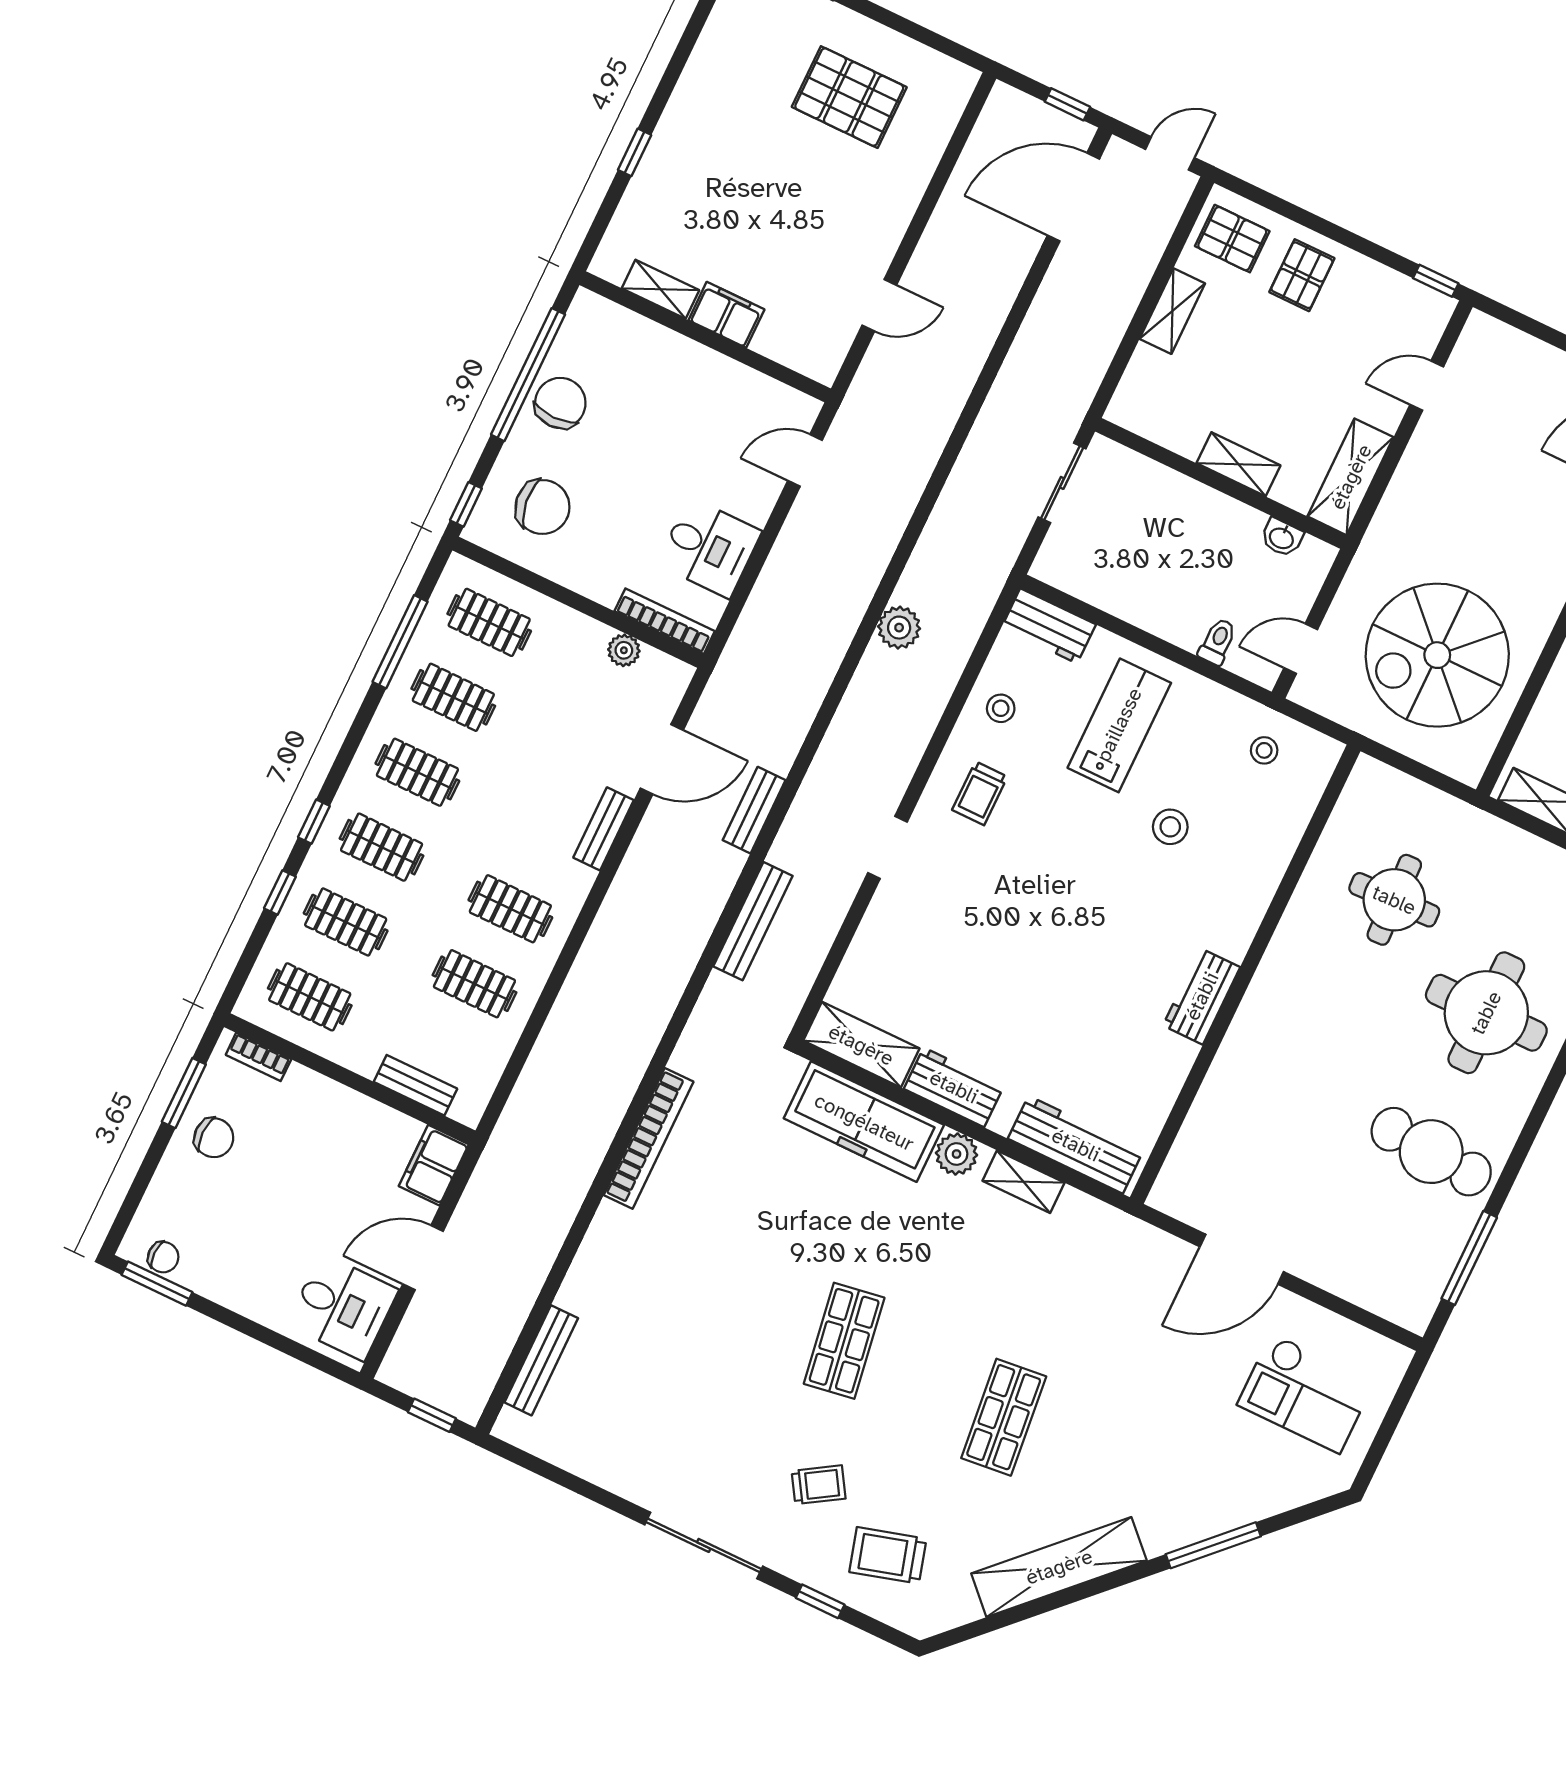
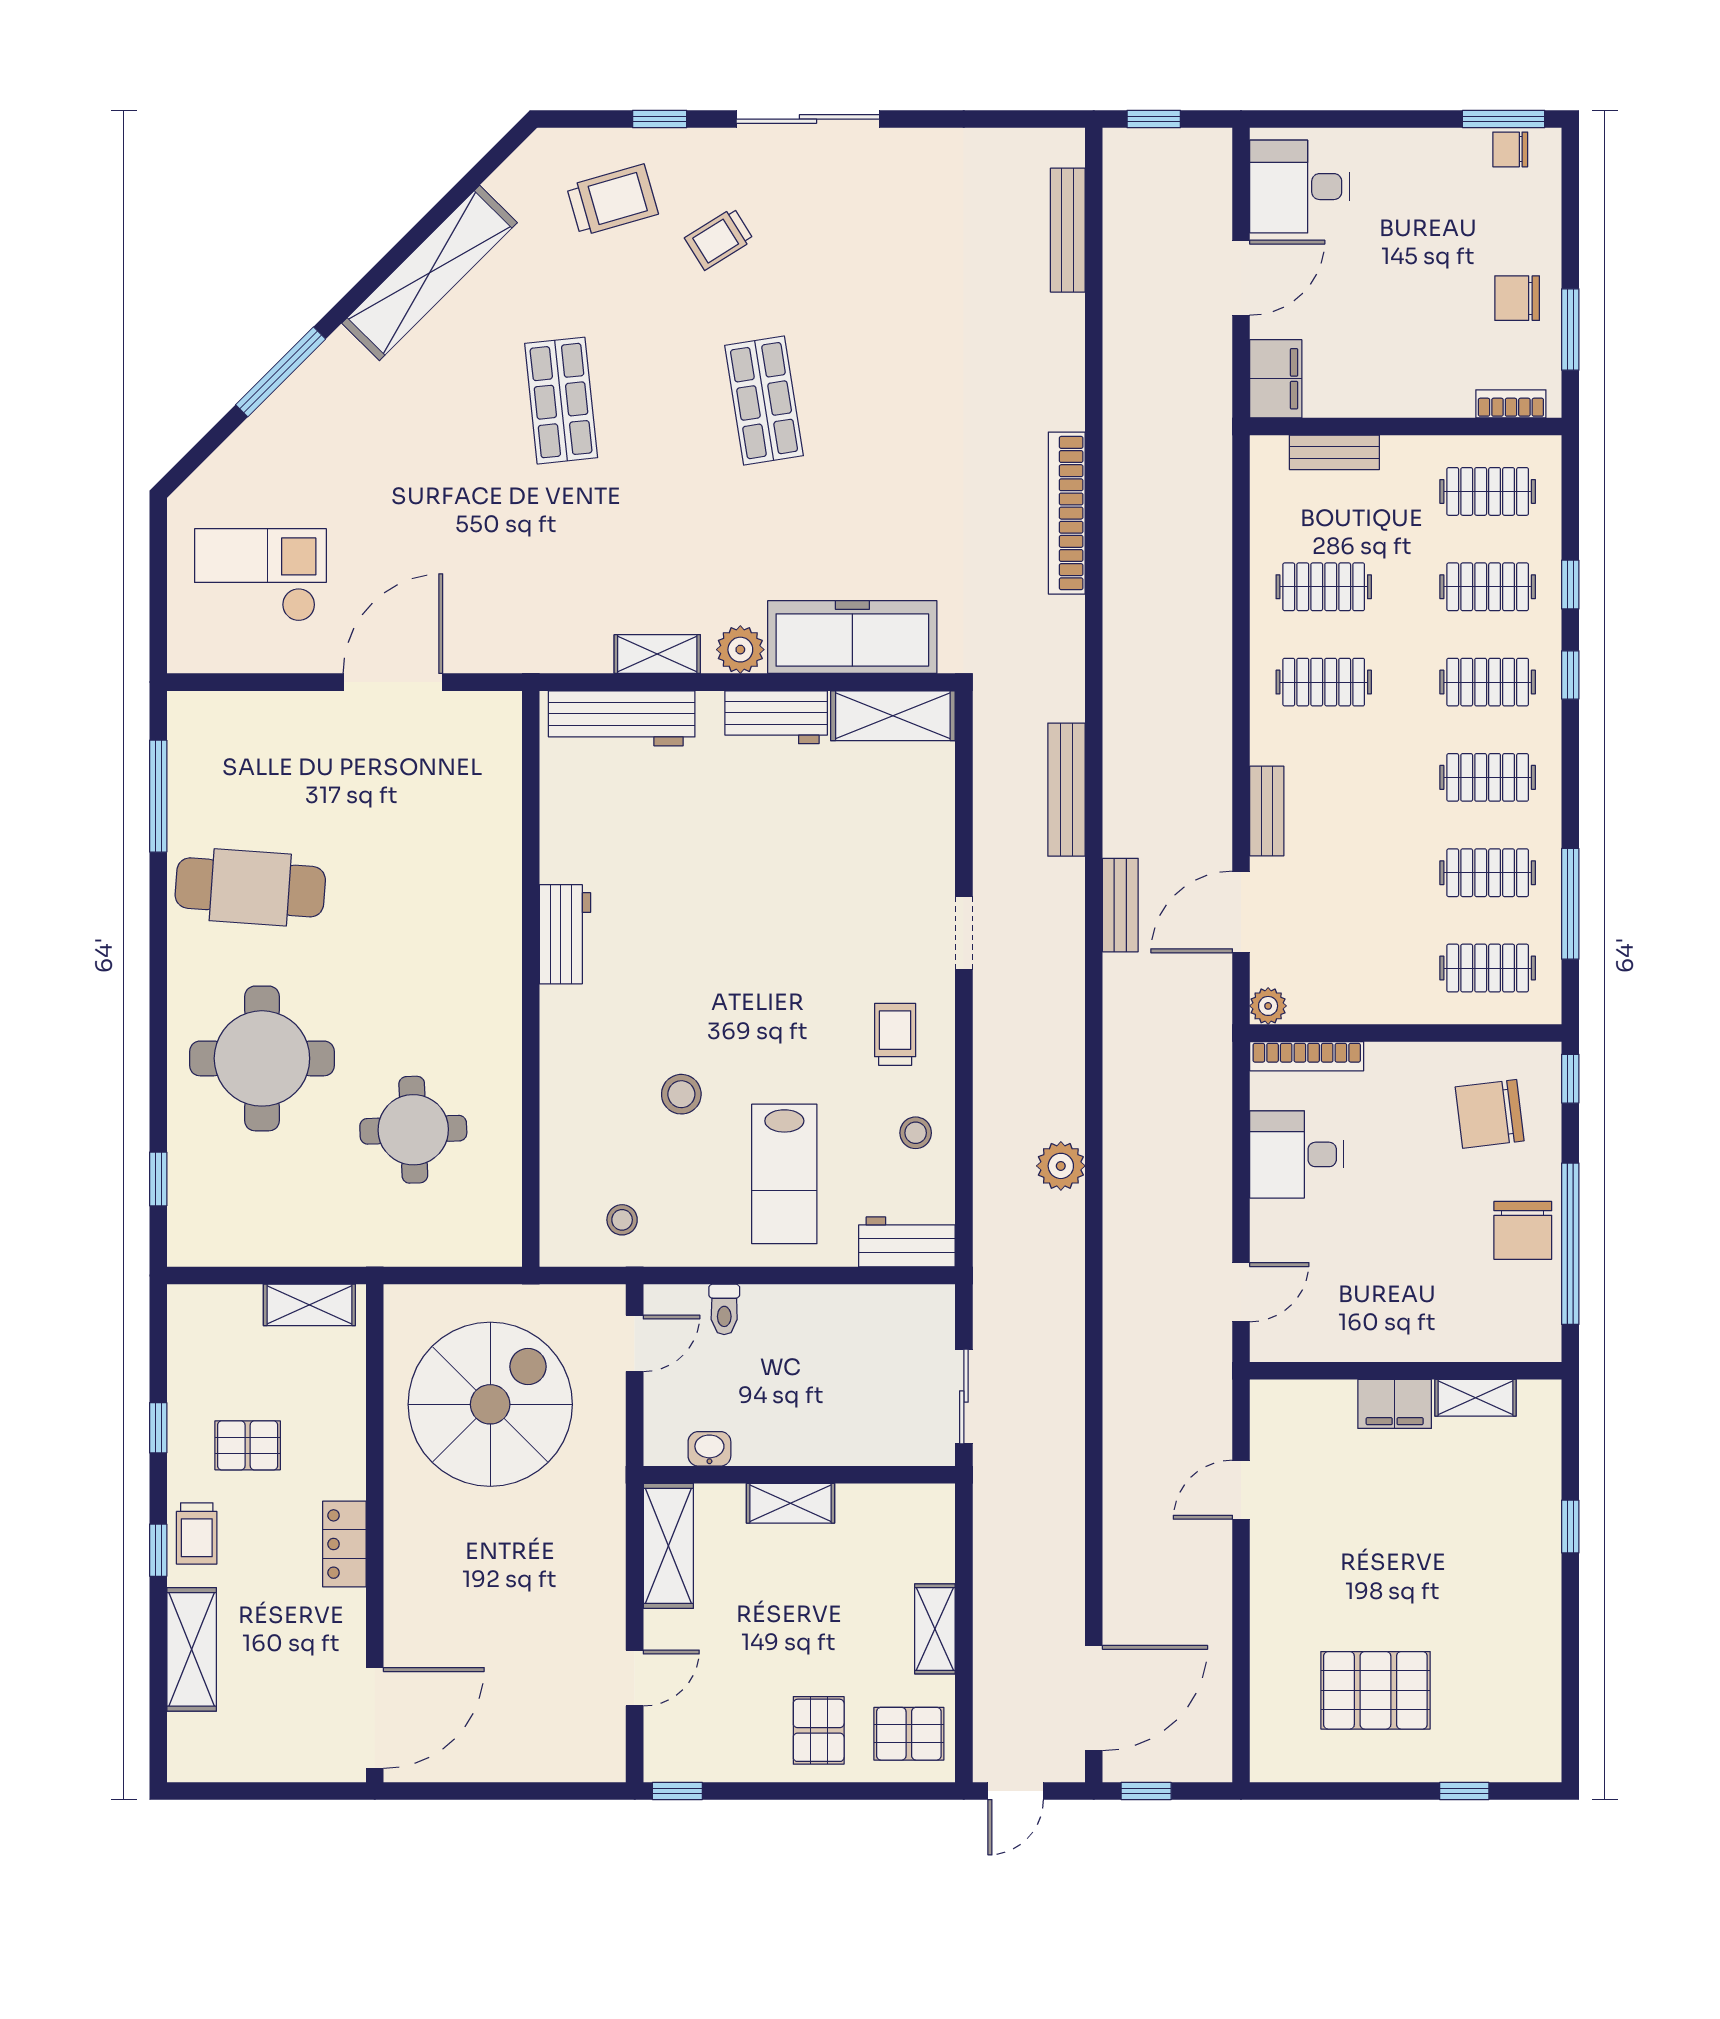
plant: (624, 650) -> (1268, 1006), moved

